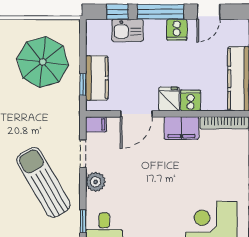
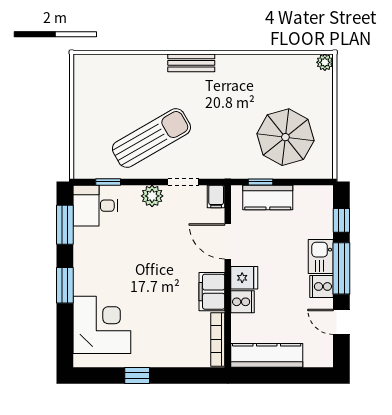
kitchen sink: (127, 30) -> (321, 257), moved

